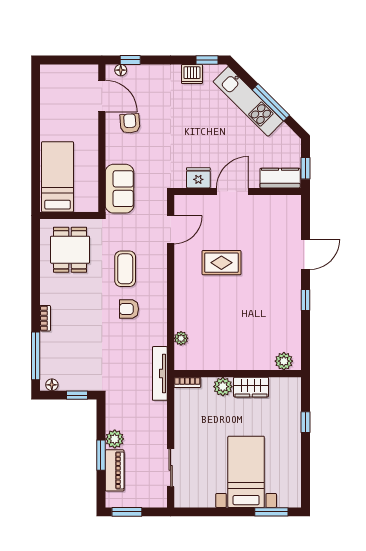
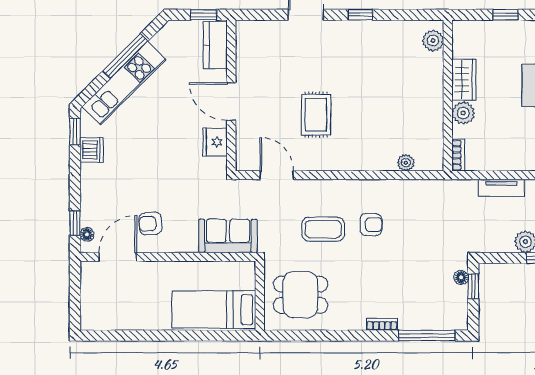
armchair: (129, 309) -> (371, 225), turned -90
tv unit: (160, 373) -> (501, 188), moved, width x0.71
floor lamp: (52, 385) -> (461, 277), moved

